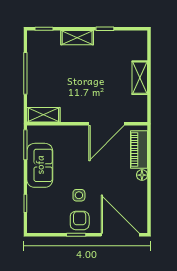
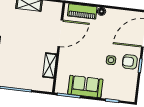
shelving: (43, 115) -> (50, 65), moved
door: (106, 124) -> (60, 33), hinge flipped

